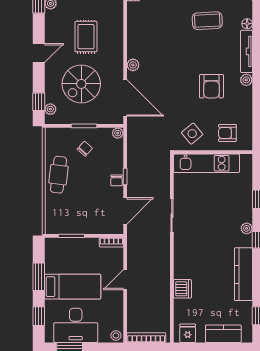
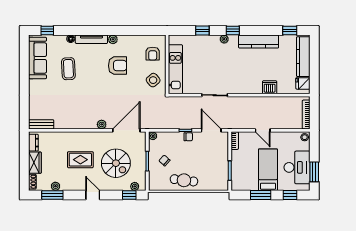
kitchen counter: (223, 334) -> (303, 57), width x1.50

